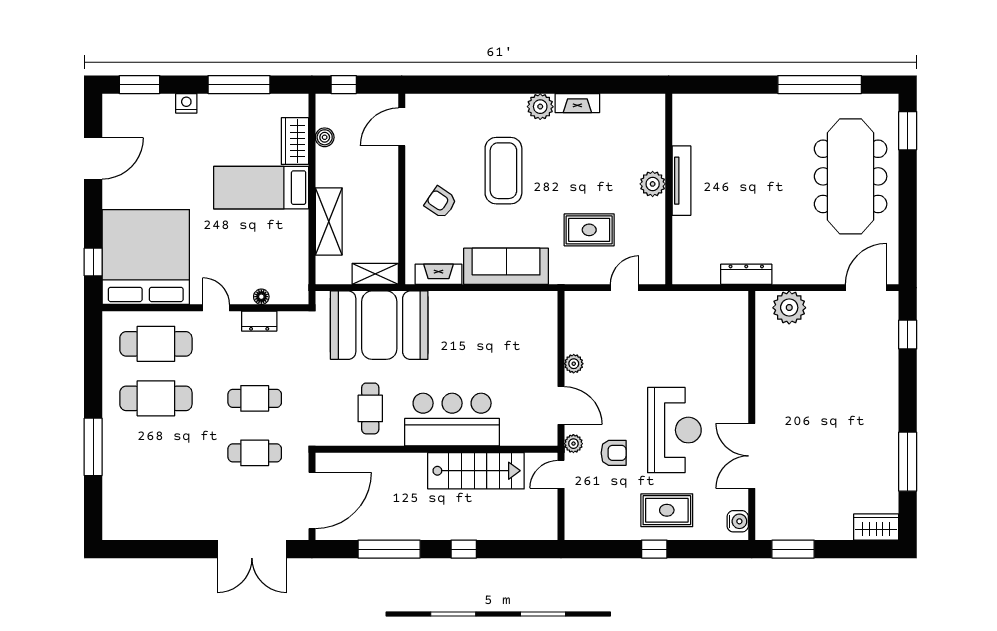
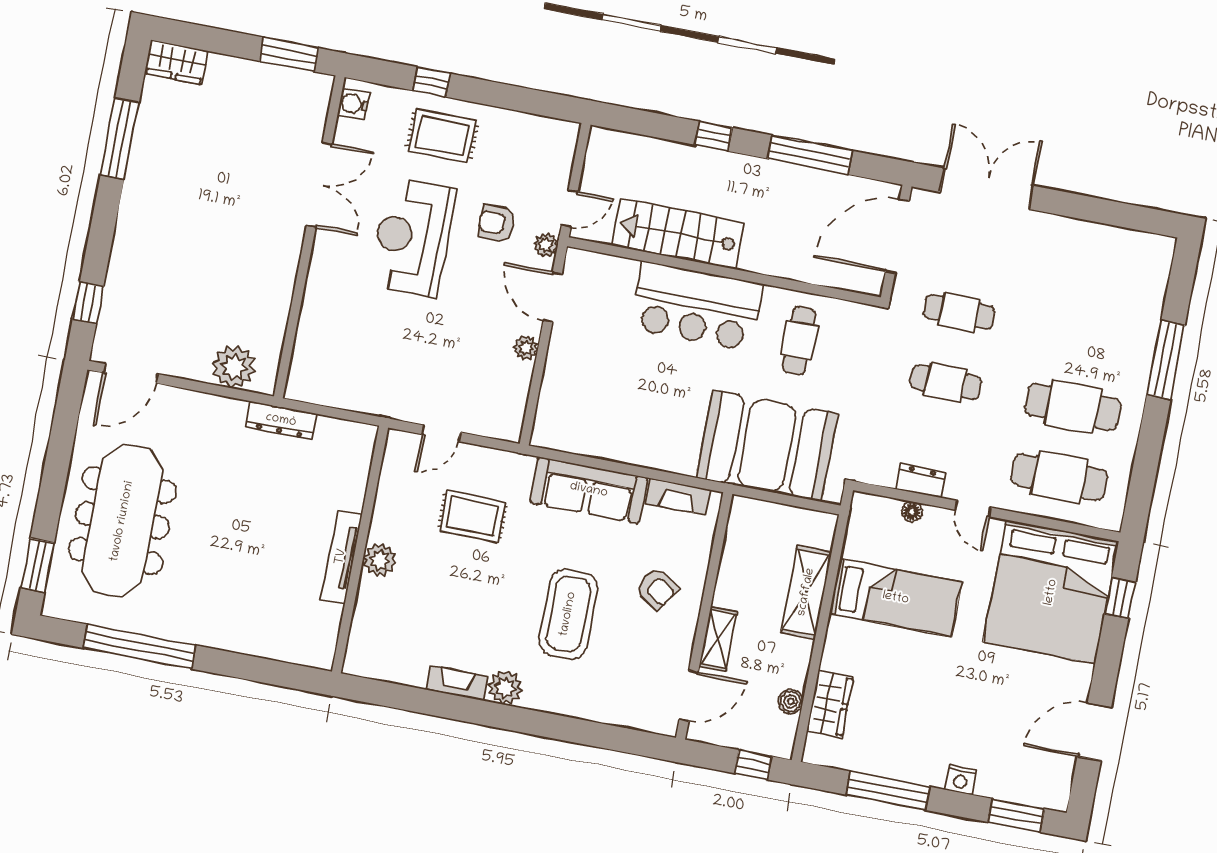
bed: (261, 188) -> (896, 598), moved
shelving: (375, 274) -> (718, 639), moved, turned 90
window: (654, 549) -> (432, 82), moved

